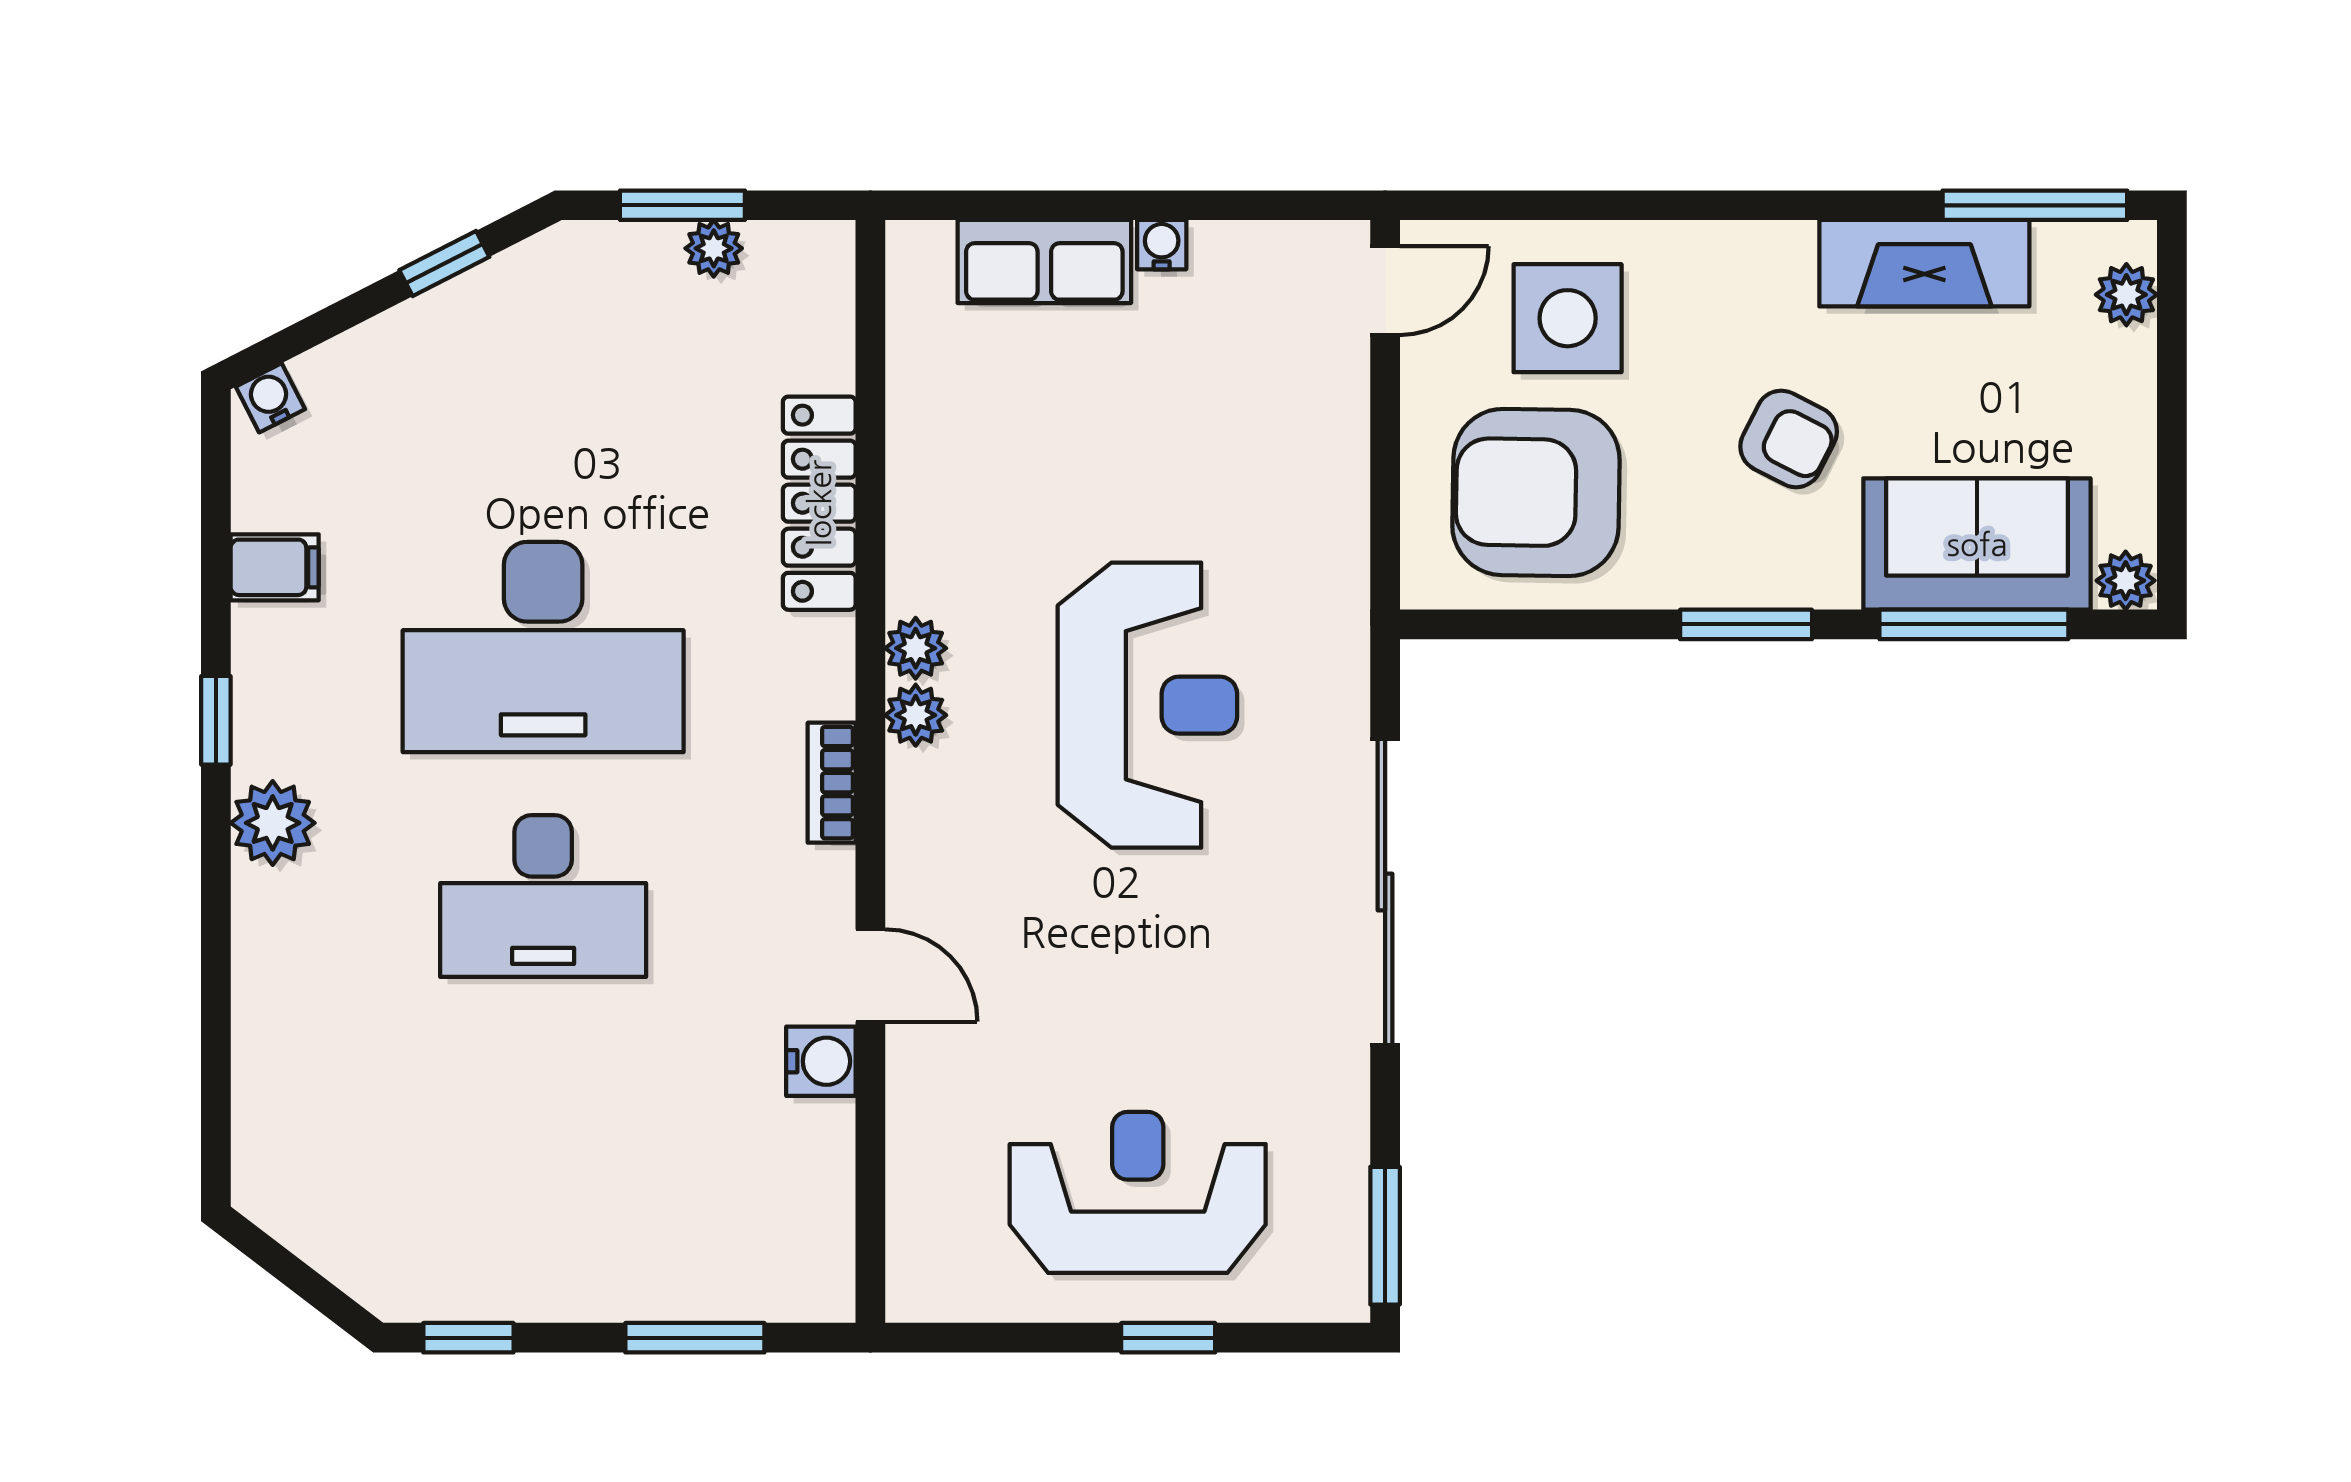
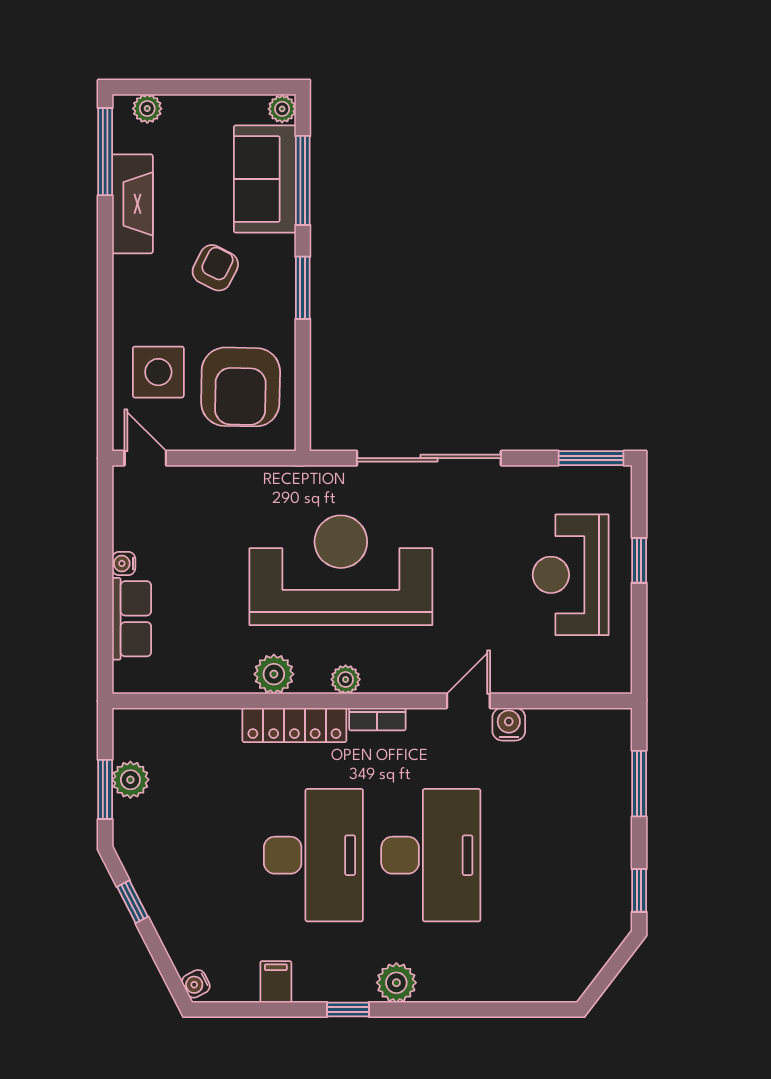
plant: (714, 248) -> (130, 780), width x1.38, depth x1.38
locker: (819, 503) -> (294, 725), moved
plant: (916, 648) -> (274, 674), moved, width x1.38, depth x1.38
reception desk: (1147, 705) -> (341, 570), width x1.36, depth x1.30
desk: (543, 896) -> (431, 855), width x1.36, depth x1.30

